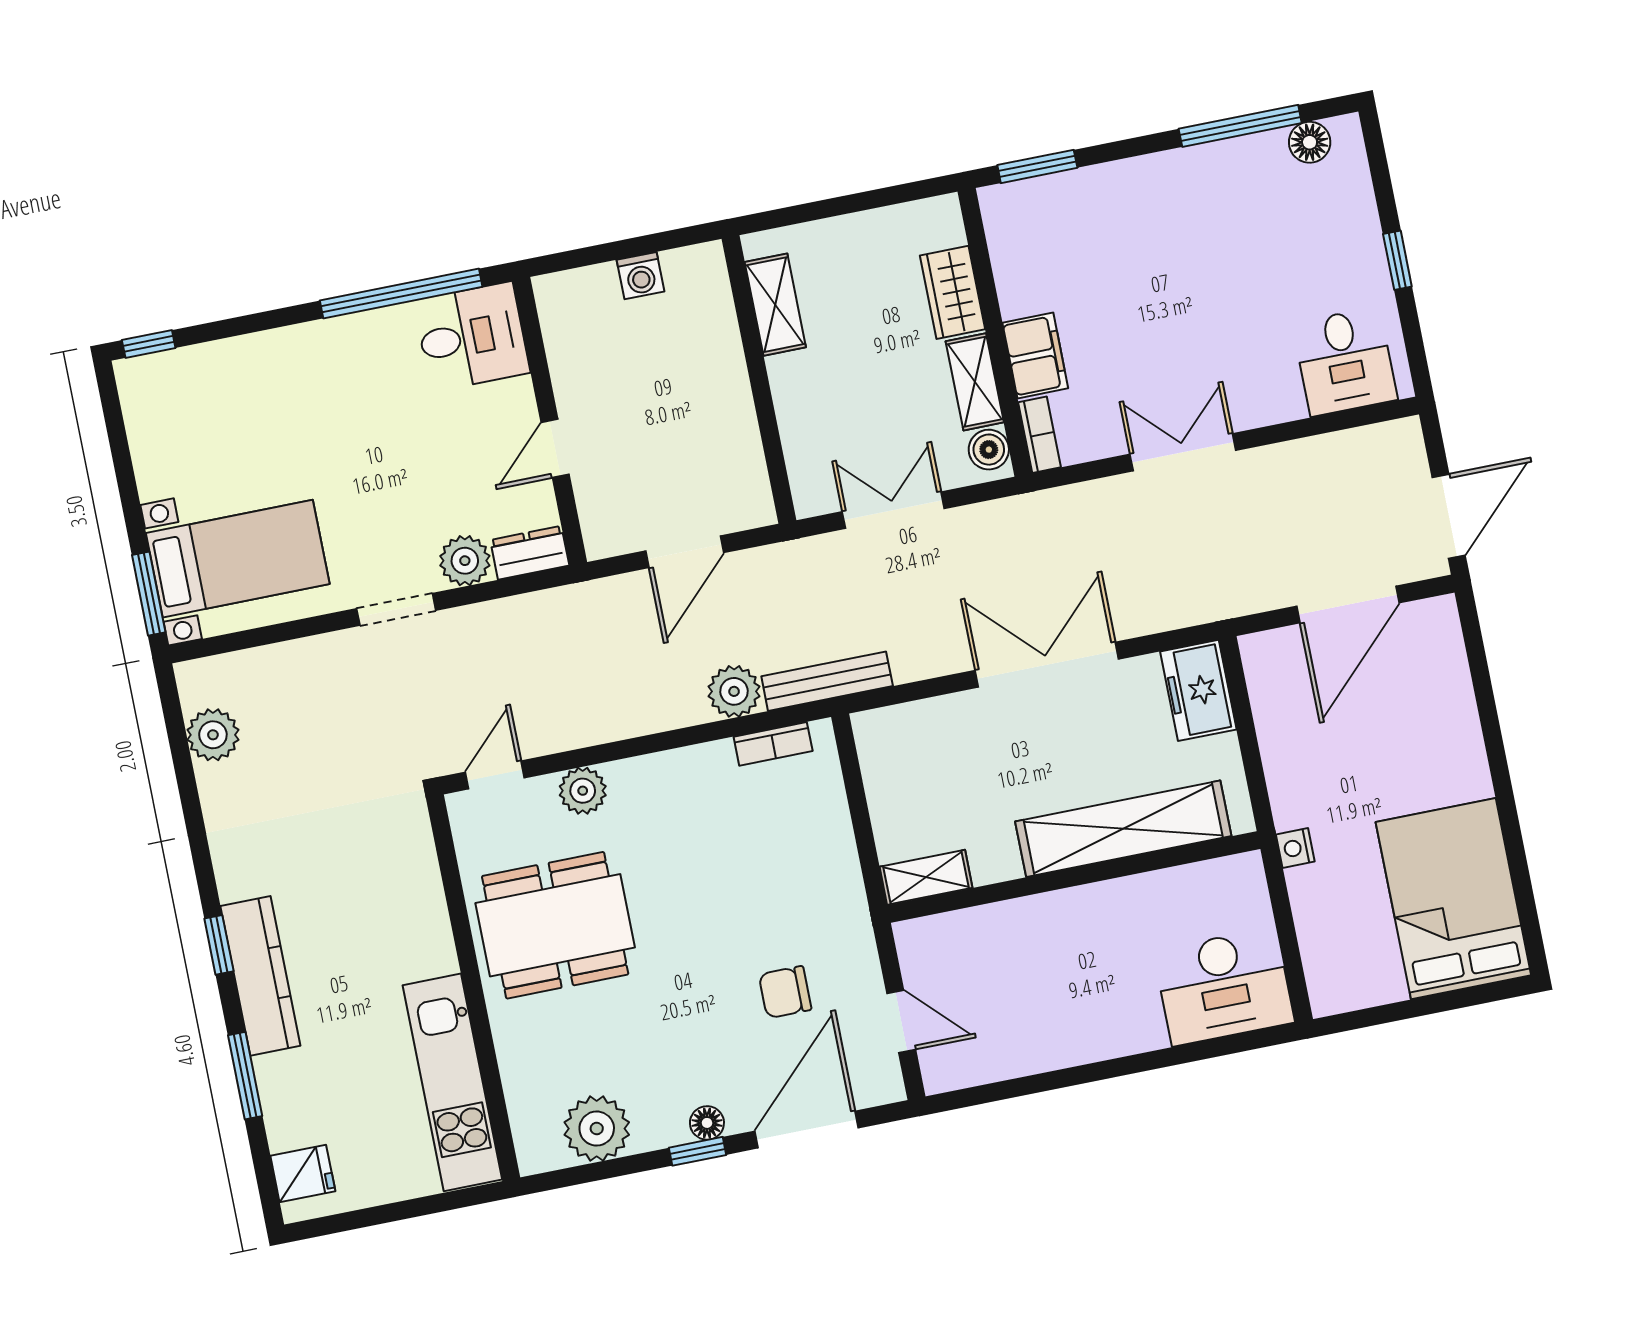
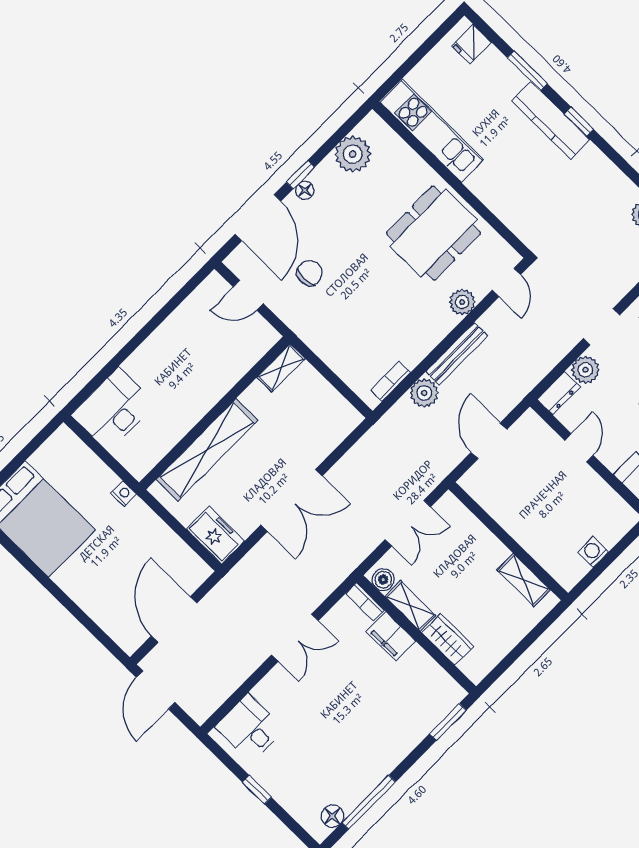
bench: (827, 681) -> (457, 354), moved

